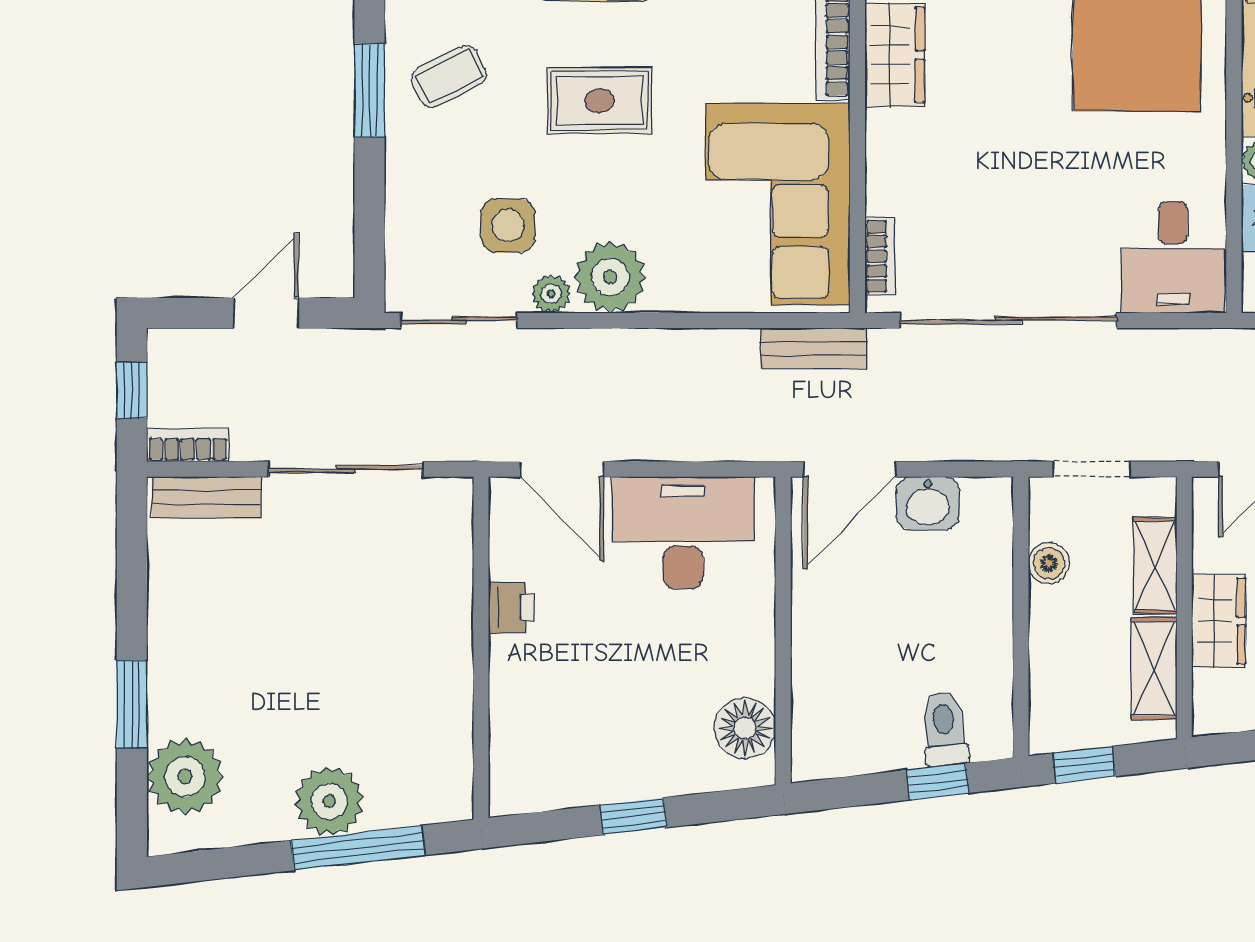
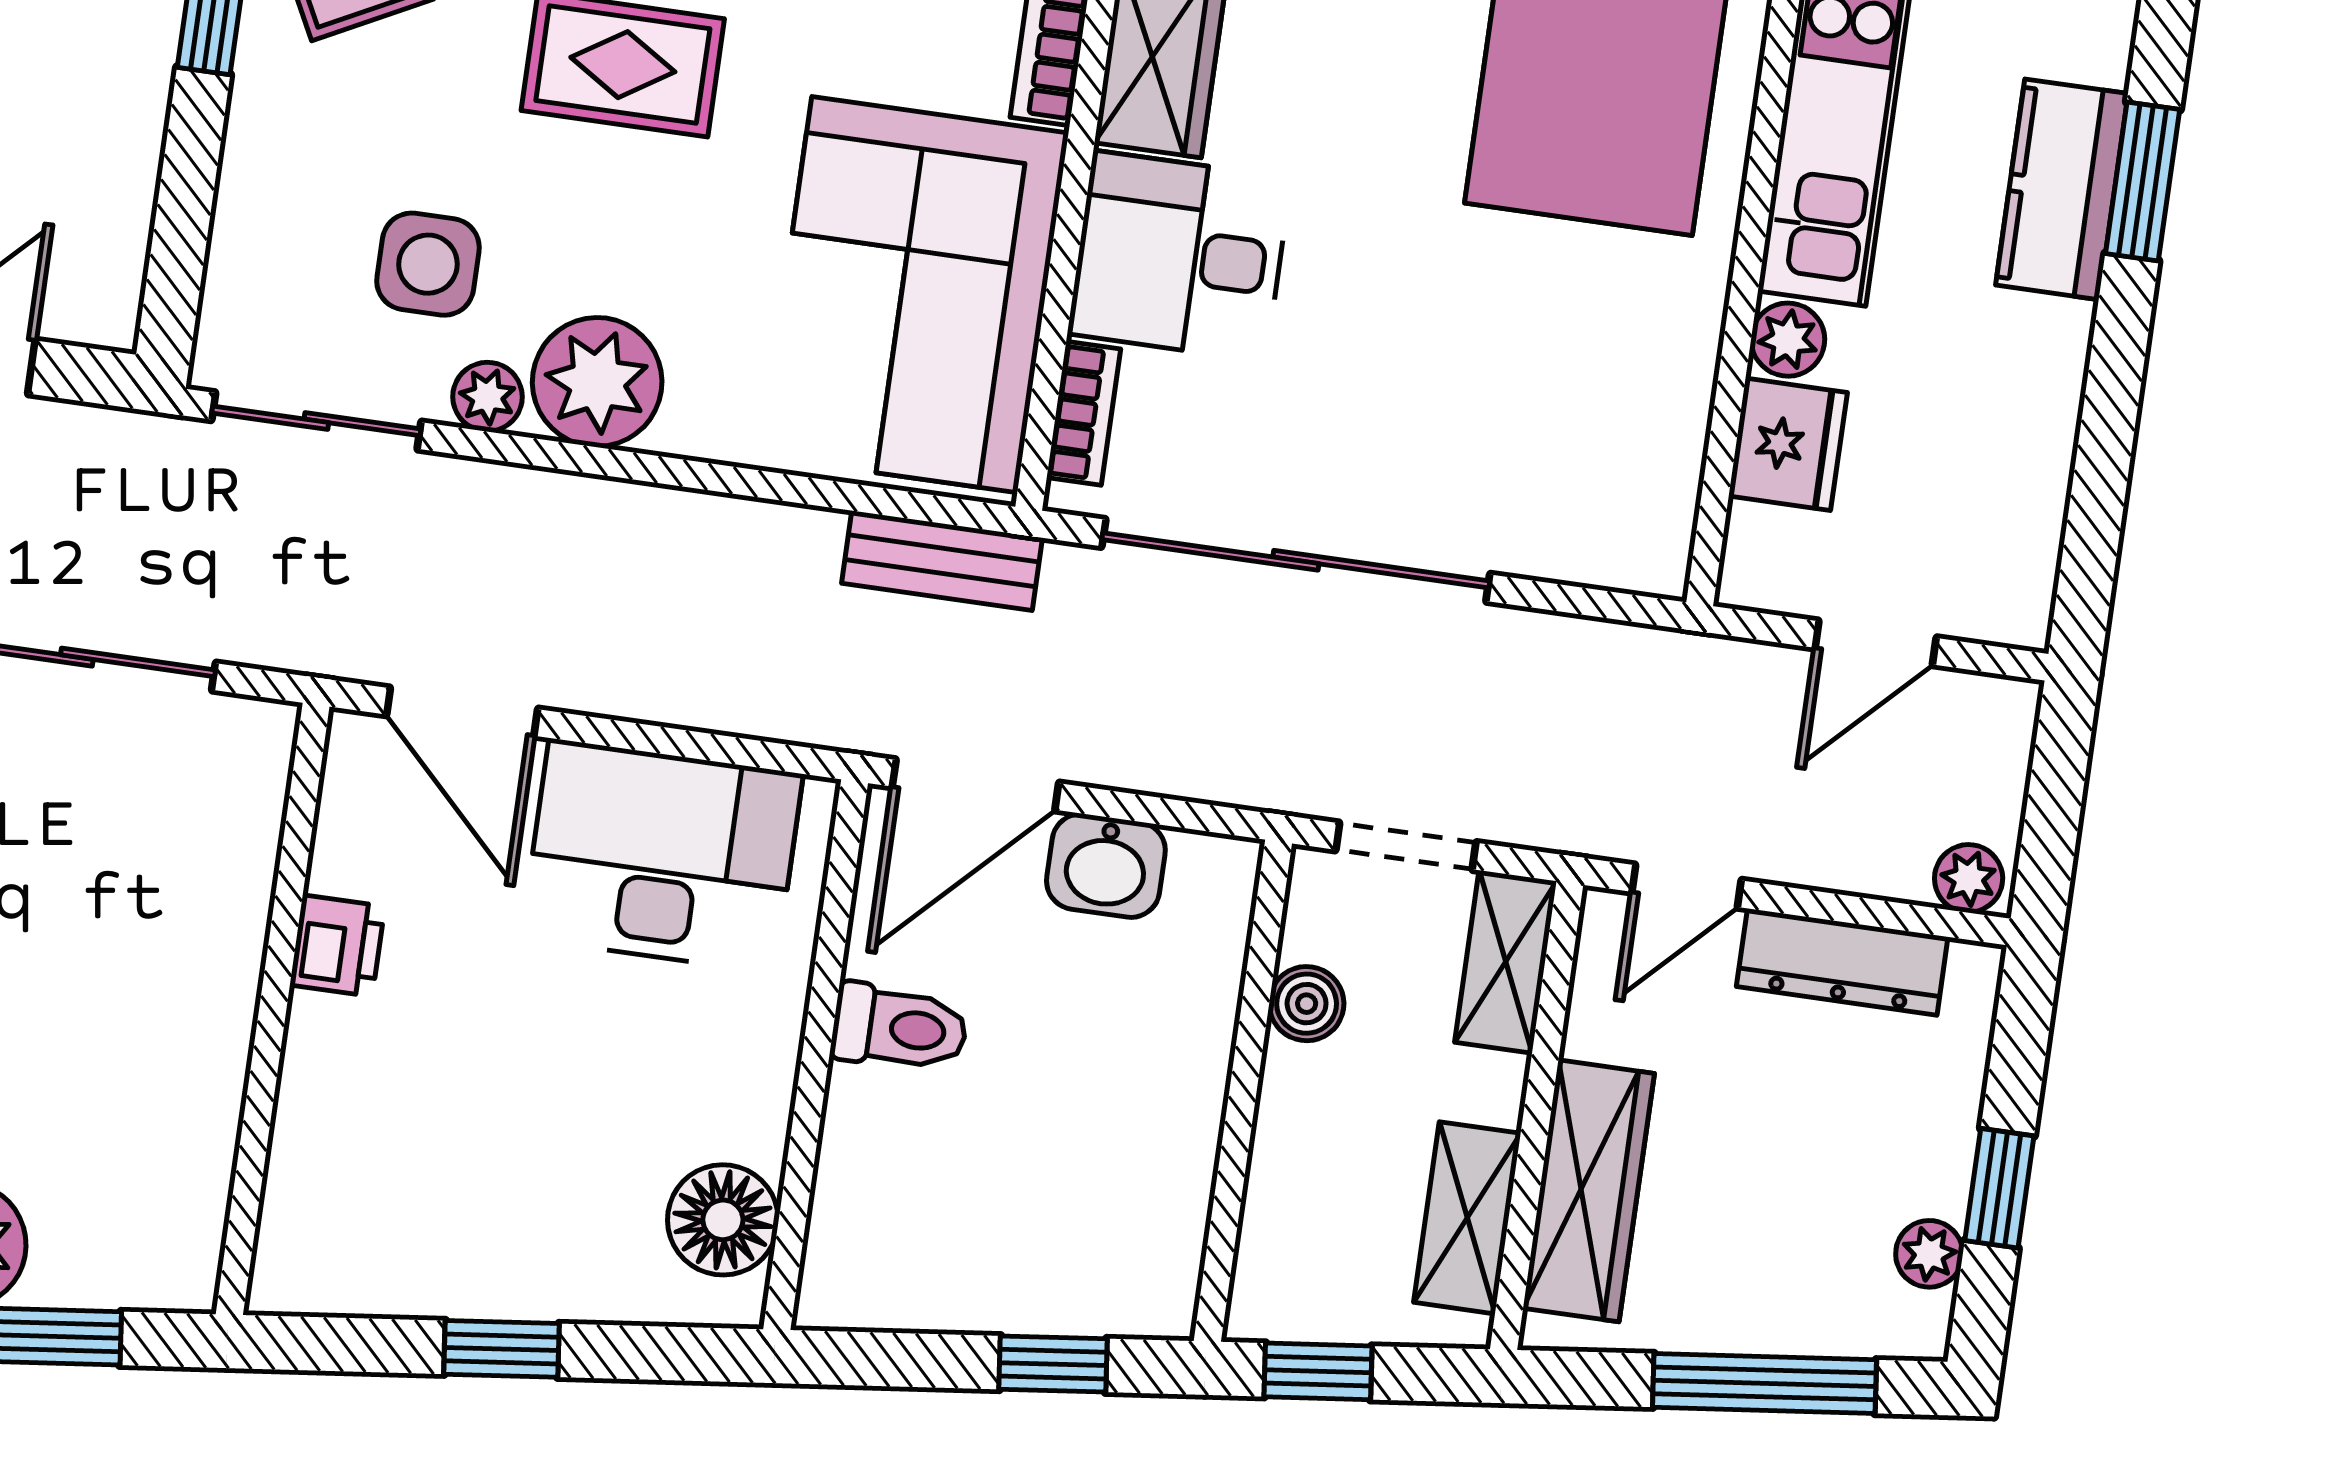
desk: (1173, 257) -> (1179, 256), moved, turned 90
shelving: (1155, 566) -> (1506, 962), moved
wardrobe: (1219, 621) -> (1589, 1191), width x1.50
toilet: (944, 729) -> (899, 1028), moved, turned 97

